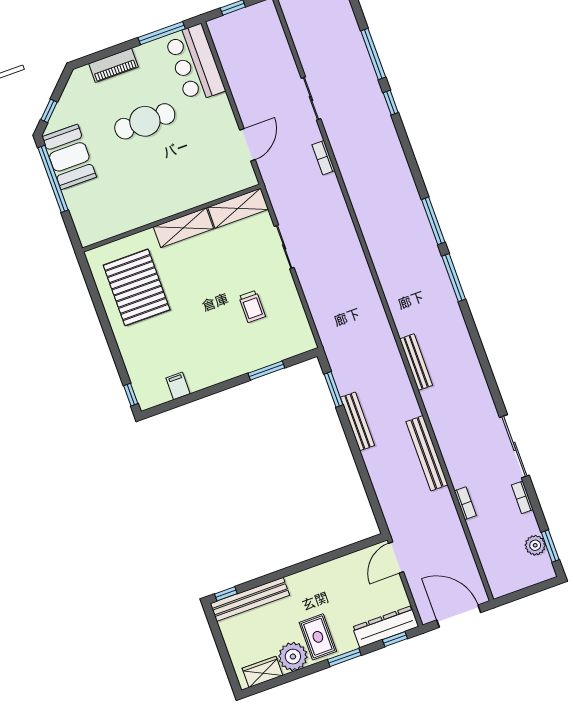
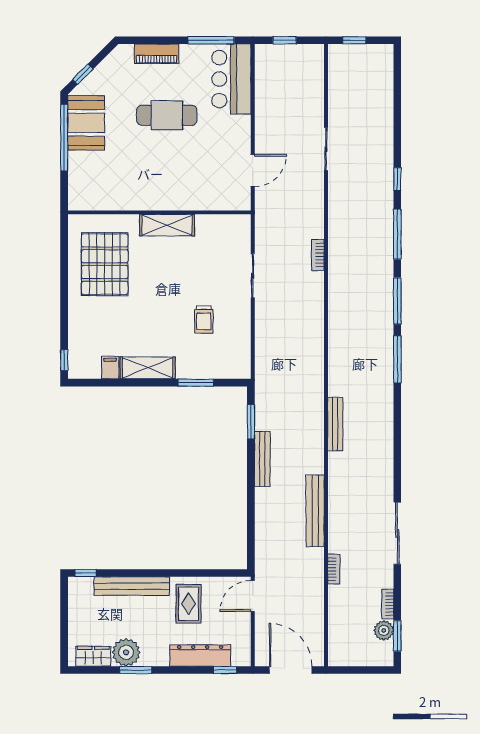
window: (373, 54) -> (397, 234), moved
bookcase: (323, 158) -> (318, 255), moved
shelving: (238, 208) -> (148, 368), moved
bookcase: (522, 497) -> (388, 604), moved
bench: (250, 599) -> (132, 586), moved
dresser: (386, 627) -> (200, 656), moved
rug: (318, 637) -> (188, 604), moved
window: (344, 657) -> (136, 670), moved

